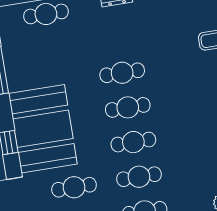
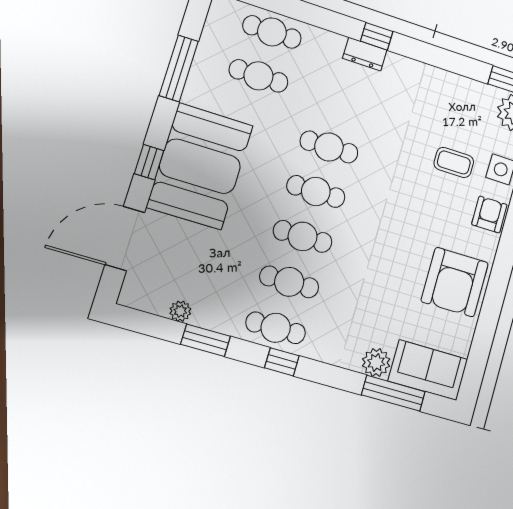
cafe table: (74, 187) -> (259, 76), moved

